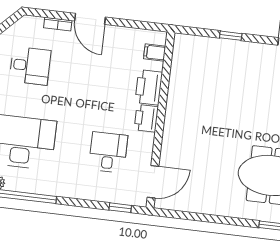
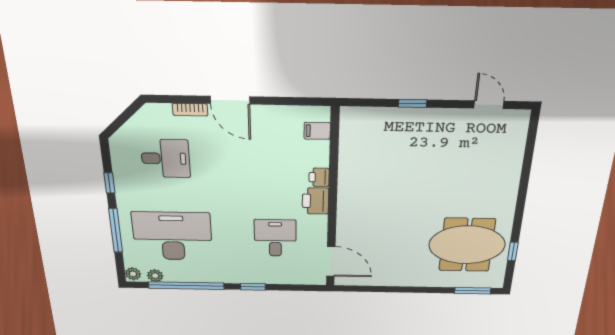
printer: (149, 87) -> (319, 177), width x0.53, depth x0.68
door: (153, 182) -> (331, 261), hinge flipped
window: (120, 208) -> (253, 287), moved

